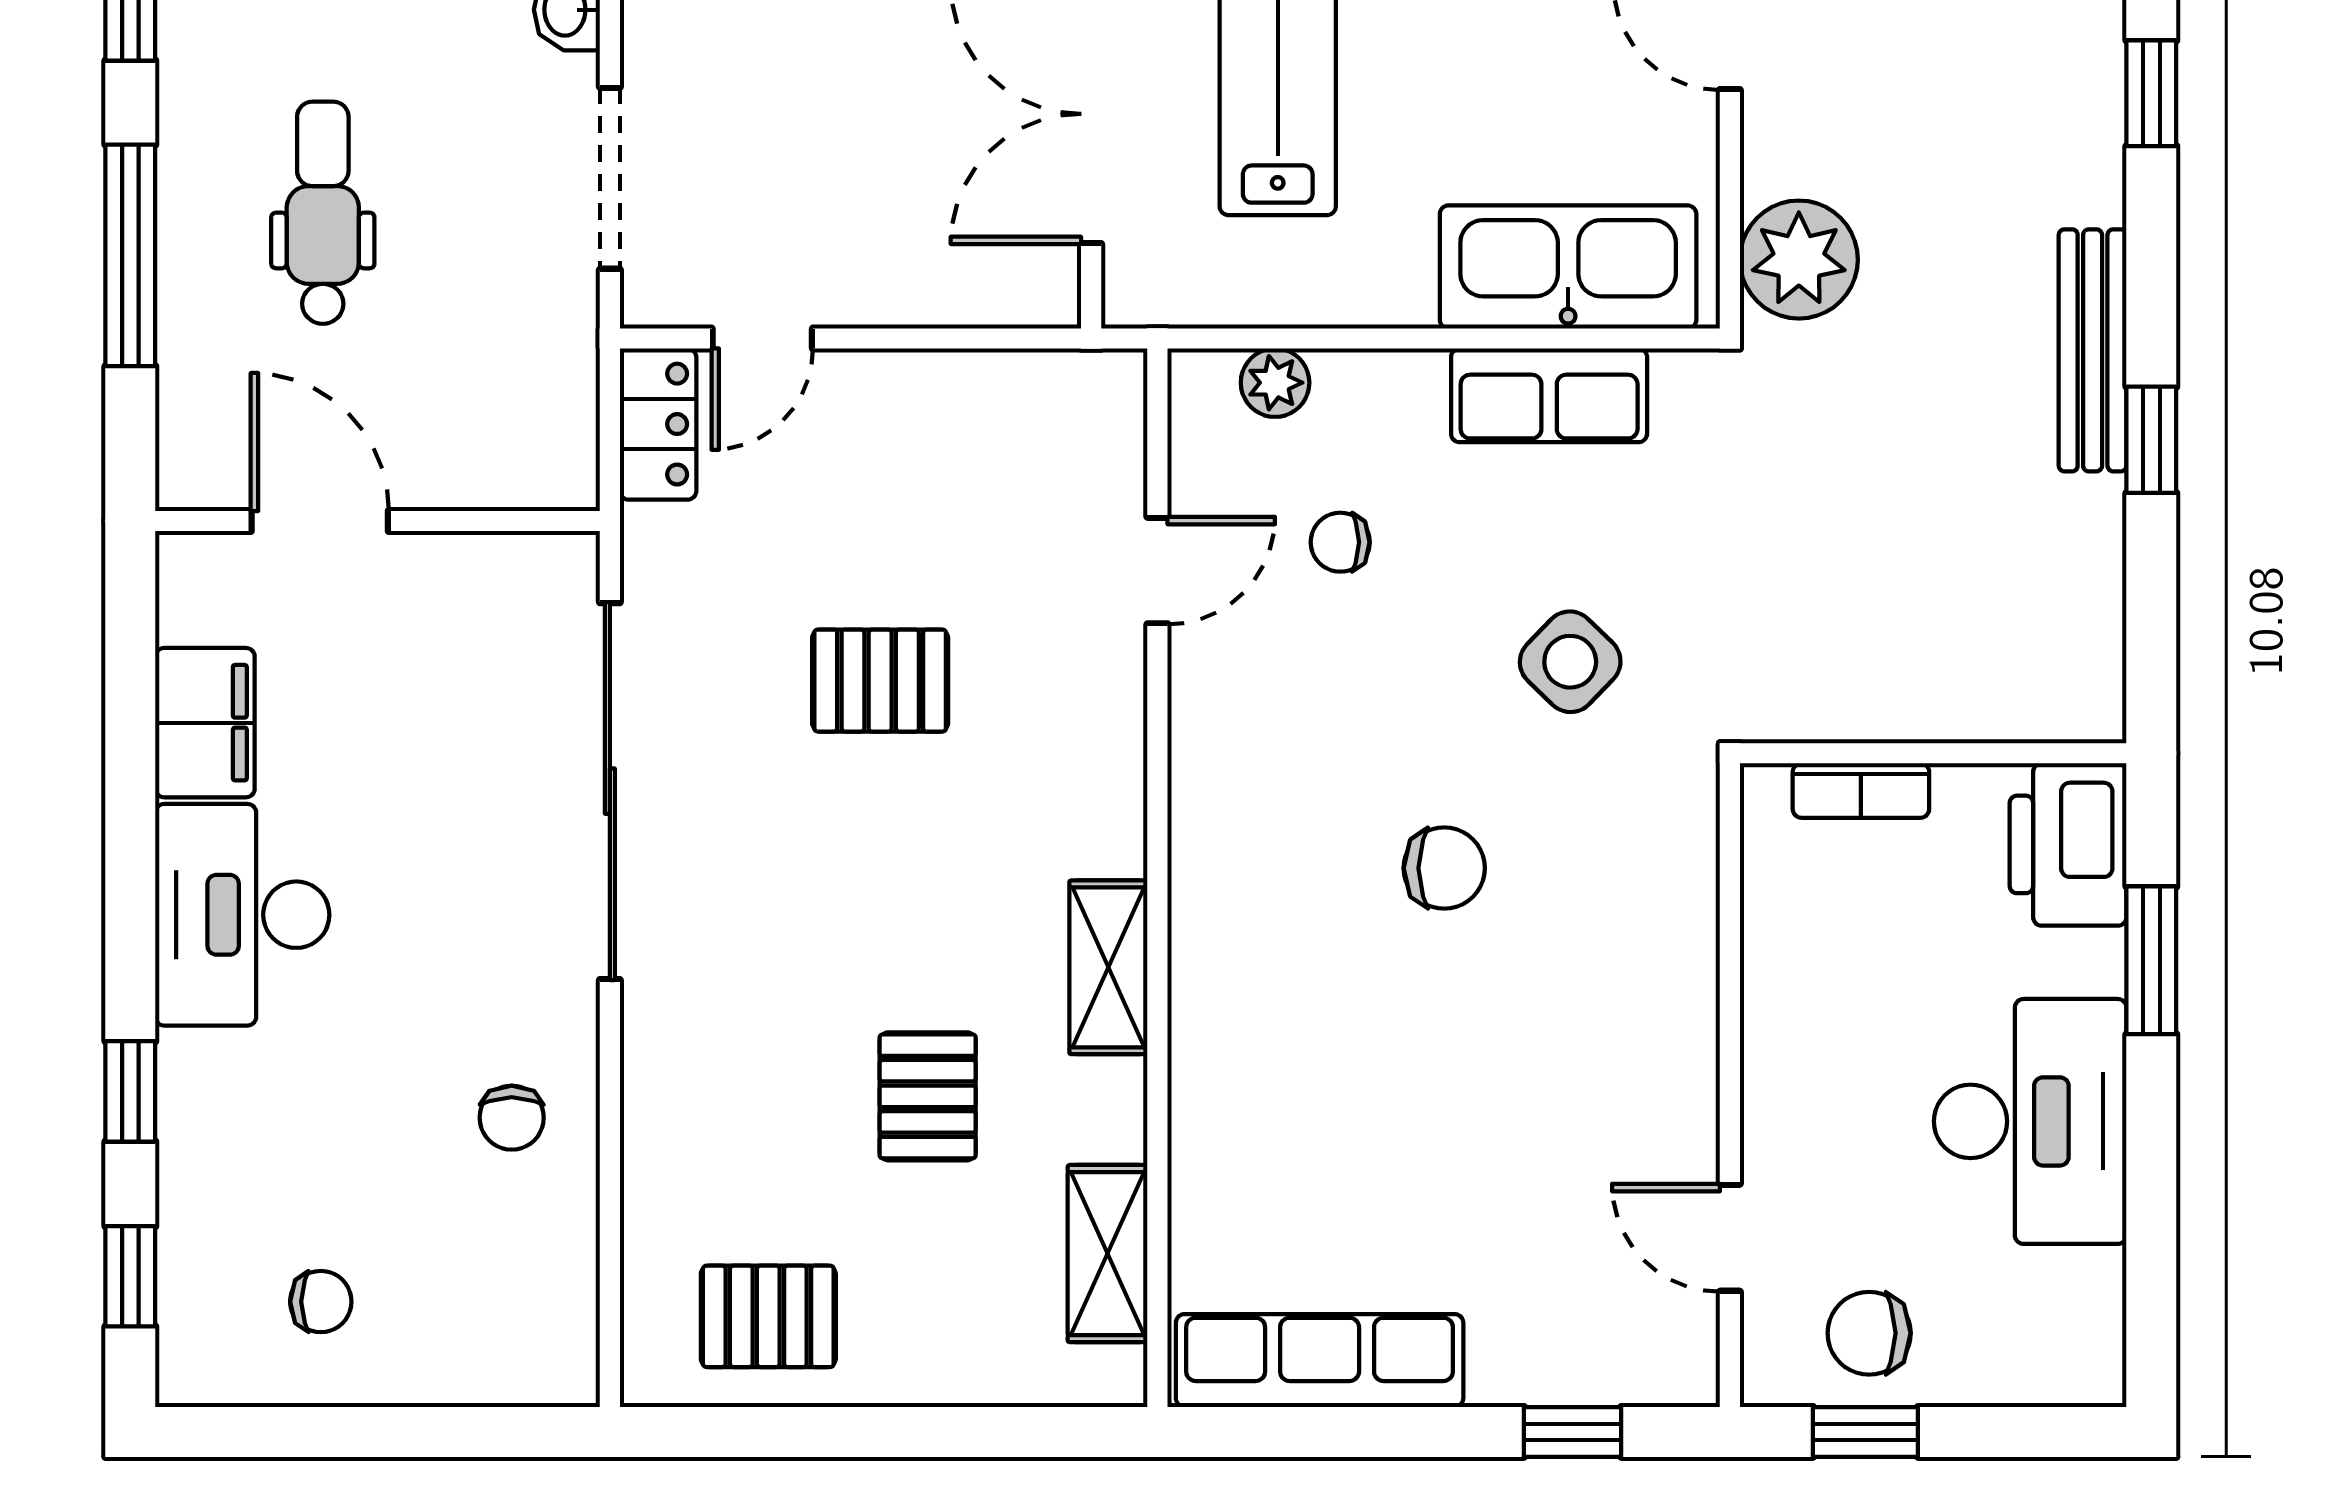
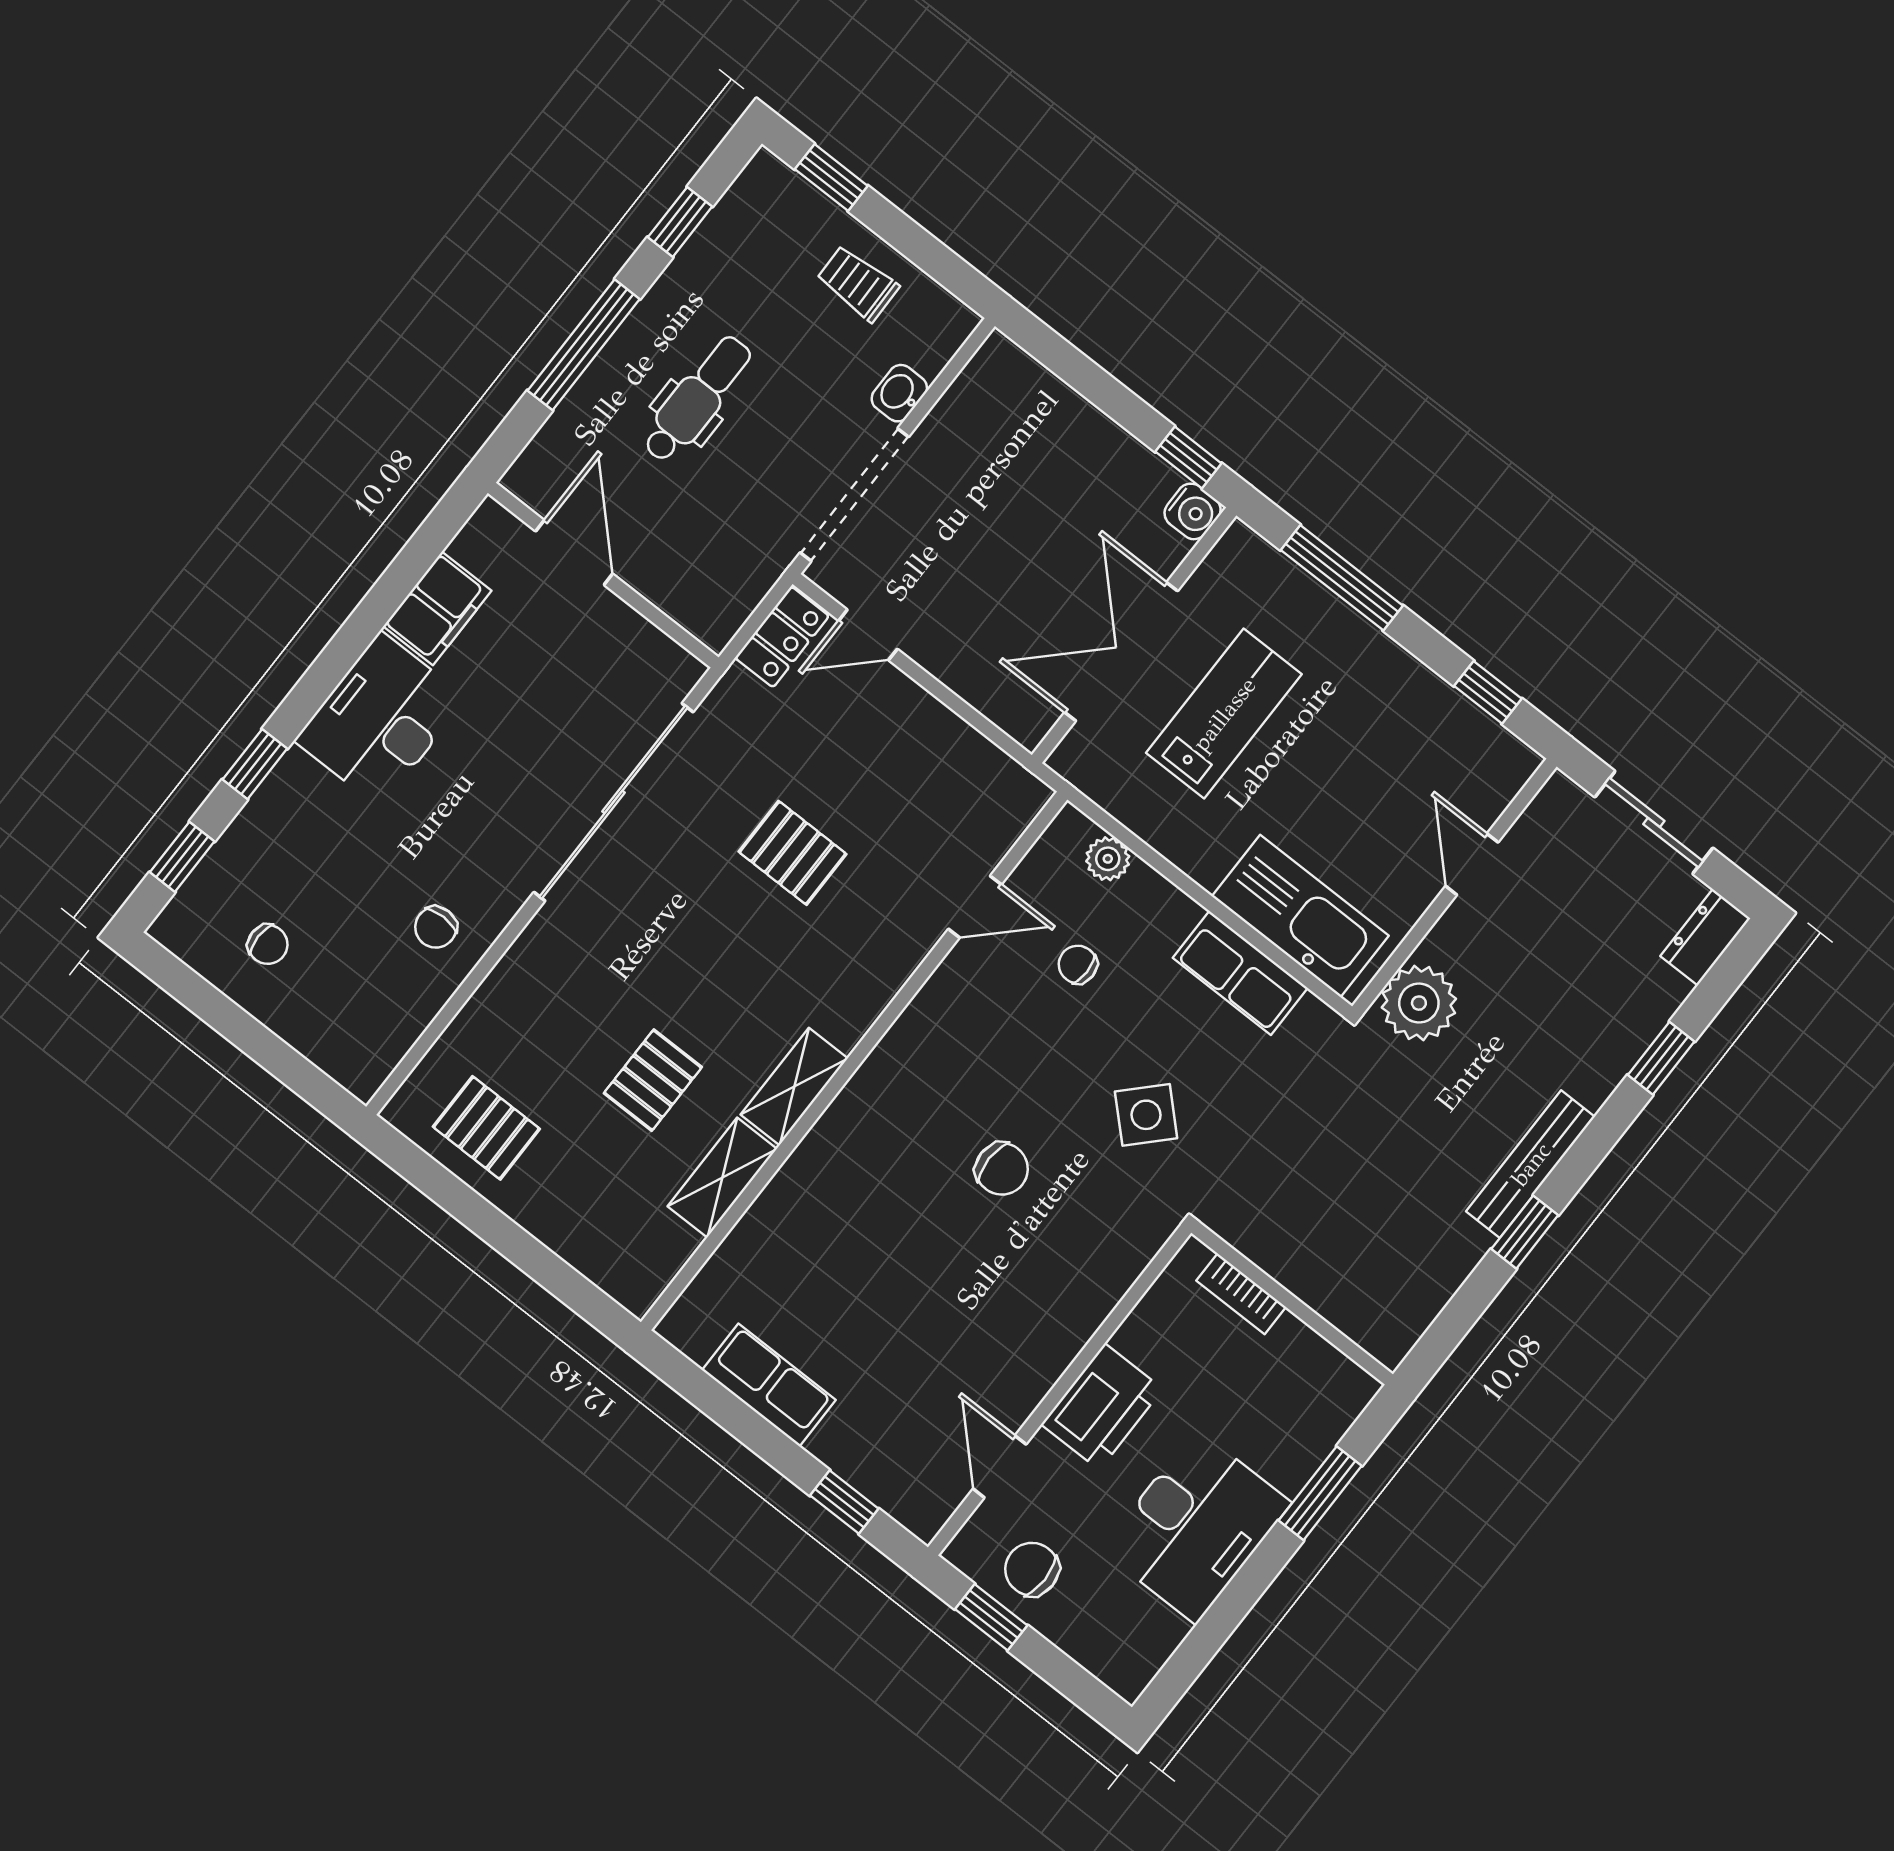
doorway: (610, 178) -> (854, 495), width x1.36
printer: (2068, 844) -> (1102, 1407), moved, turned 180
shelving: (1108, 1254) -> (722, 1178), moved
row of seats: (1320, 1361) -> (769, 1385), width x0.68

